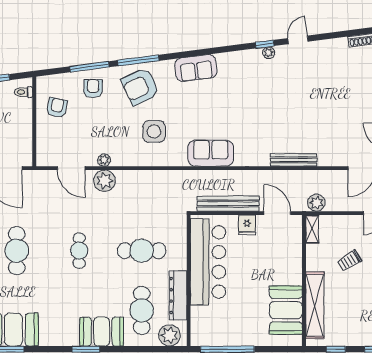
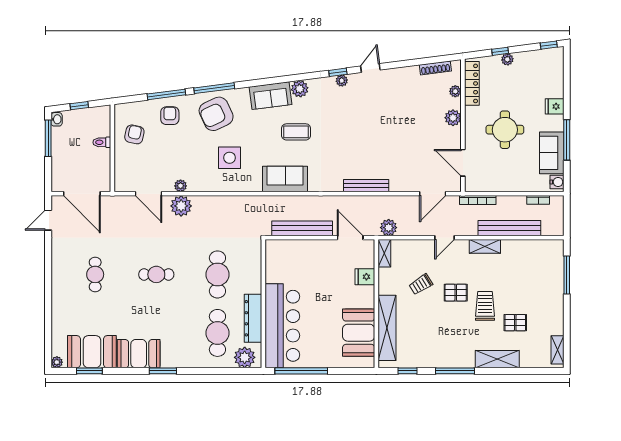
plant: (226, 61) -> (300, 89), added
toilet: (24, 92) -> (102, 142), moved
coffee table: (222, 105) -> (296, 132), added
fridge: (247, 225) -> (365, 277), moved, turned 90
cafe table: (17, 251) -> (95, 274), width x0.73, depth x0.74
cafe table: (79, 251) -> (156, 274), turned 90
cafe table: (142, 251) -> (217, 274), turned 90
bar counter: (208, 262) -> (282, 326), moved
booth: (102, 332) -> (139, 354), moved

